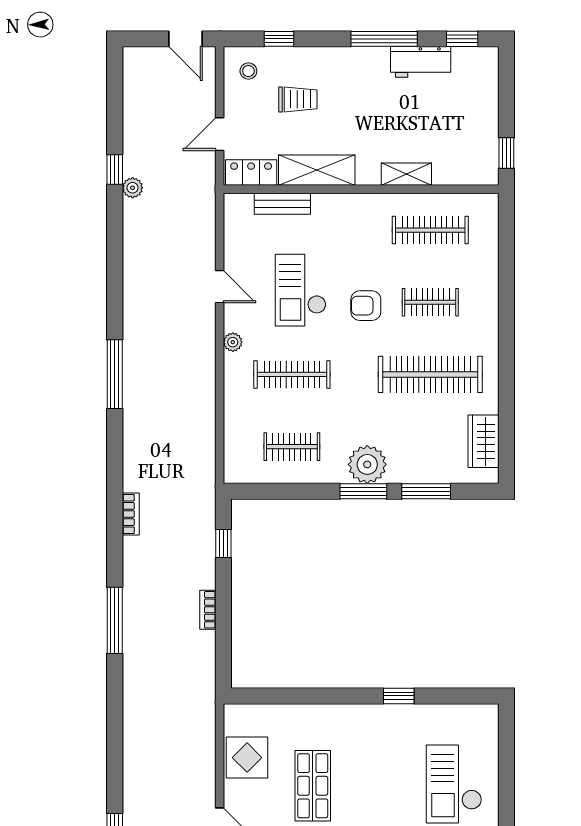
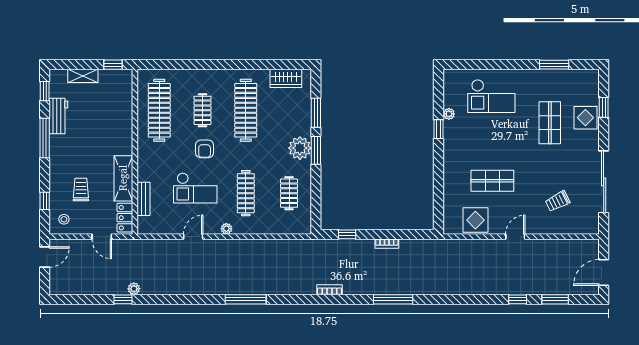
shelving: (406, 174) -> (83, 76), moved, turned 90
clothes rail: (430, 230) -> (159, 110), width x1.37, depth x1.31
plant: (424, 713) -> (449, 114), added

